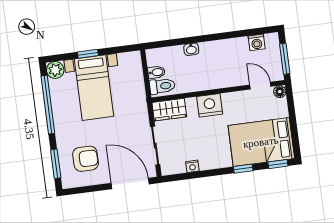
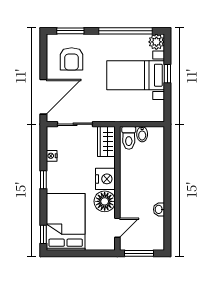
washing machine: (257, 42) -> (157, 230), removed
washbasin: (191, 49) -> (159, 209), moved
floor lamp: (280, 92) -> (105, 201), moved, width x1.89, depth x1.89
window: (243, 169) -> (43, 180), moved

